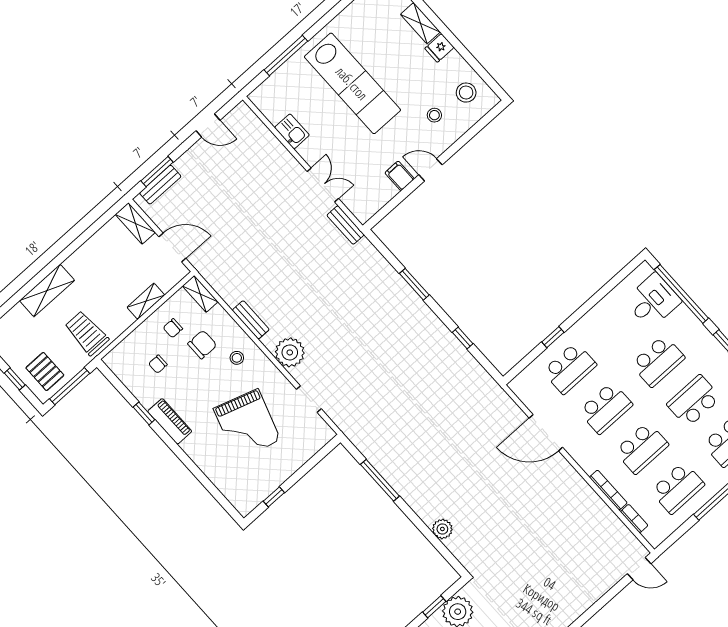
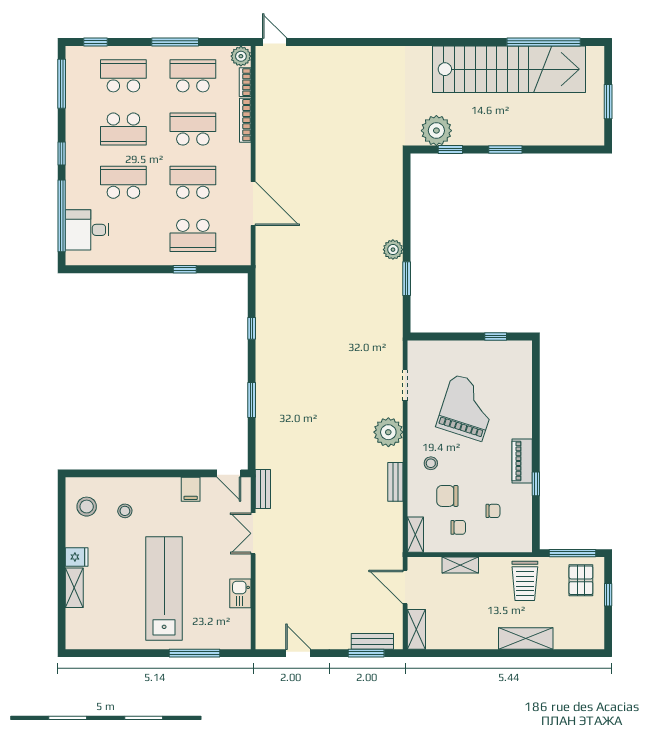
door: (430, 170) -> (229, 473), moved
school desk: (570, 368) -> (193, 235), turned 180
window: (380, 480) -> (407, 279), width x0.69
plant: (442, 529) -> (393, 250), moved
plant: (655, 535) -> (241, 56), added

